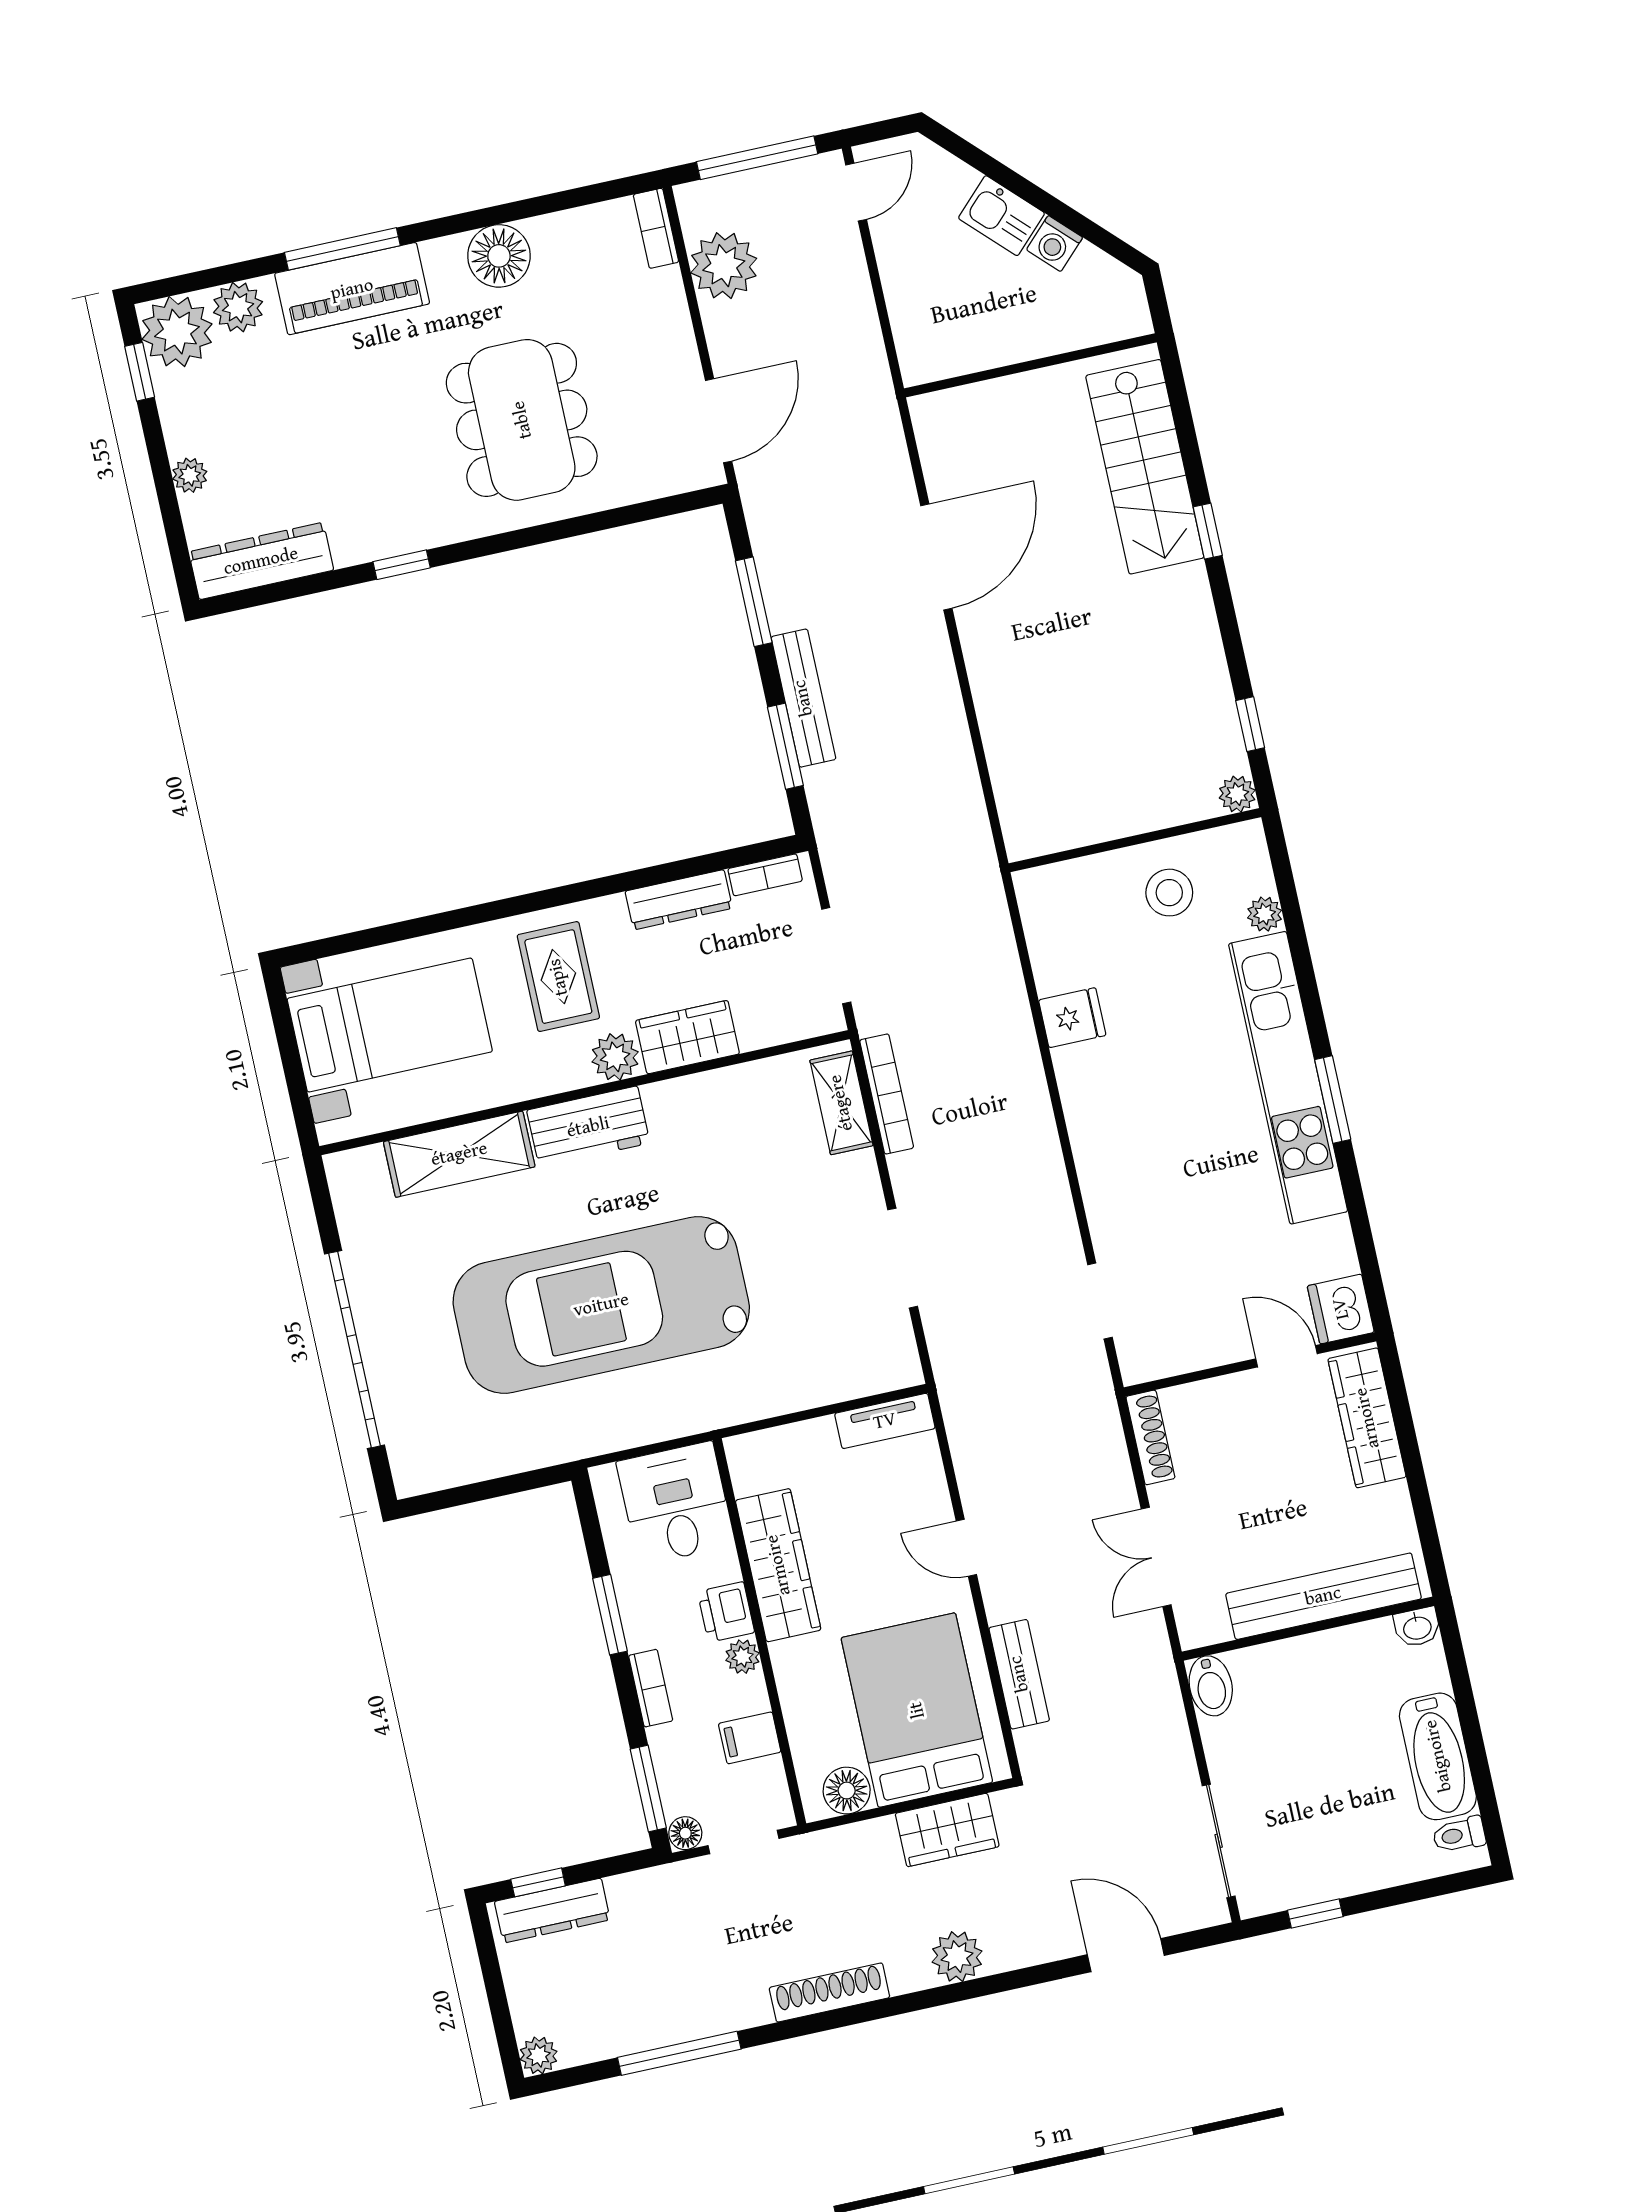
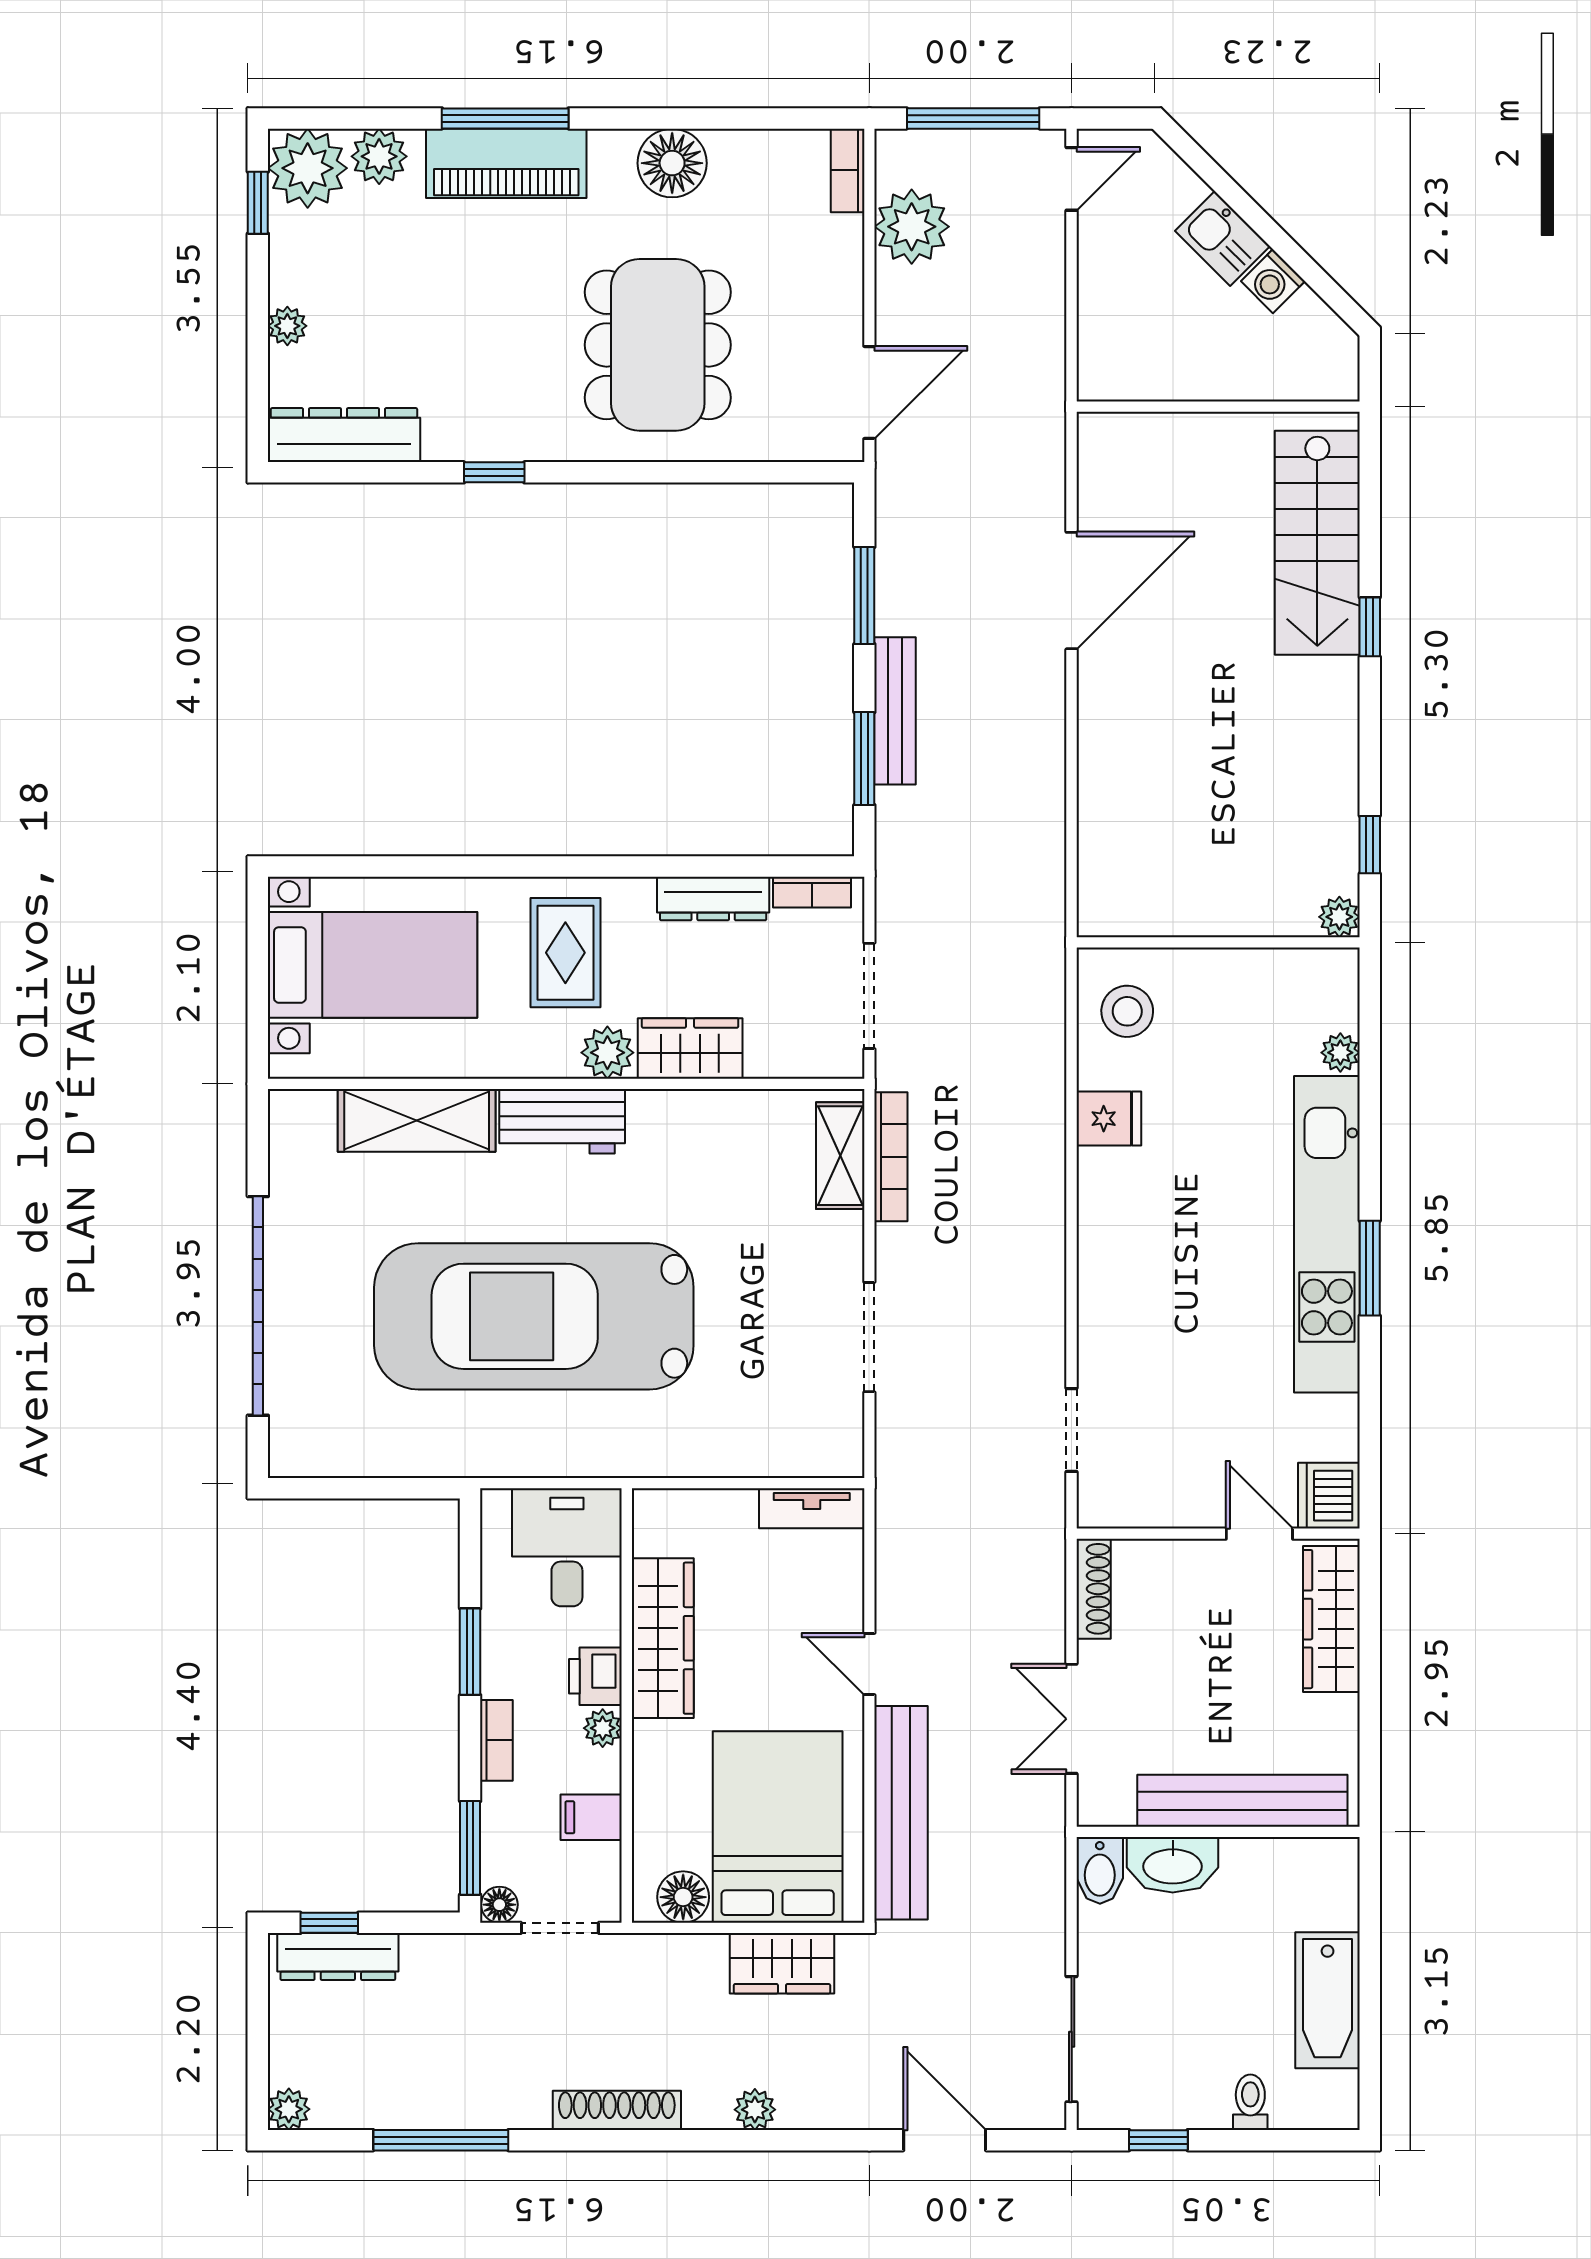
stool: (1169, 893) -> (1127, 1011), moved
washbasin: (1417, 1627) -> (1173, 1865), moved, width x1.91, depth x1.45
bench: (1019, 1674) -> (901, 1813), width x1.86, depth x1.21
toilet: (1459, 1835) -> (1250, 2102), moved, turned 90
plant: (957, 1957) -> (755, 2110), width x0.73, depth x0.73

